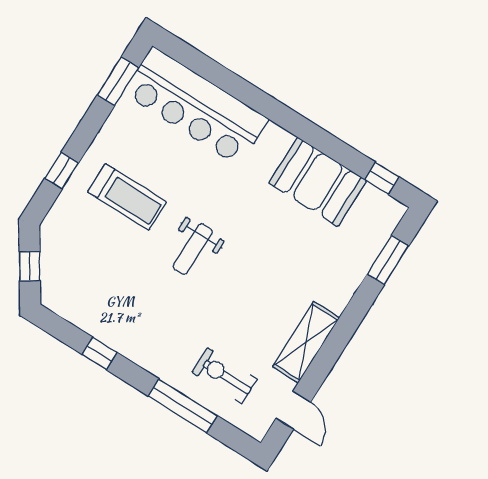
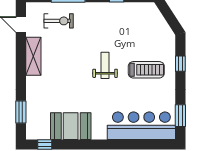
treadmill: (127, 197) -> (146, 70), turned 180
window: (30, 266) -> (169, 15), removed

